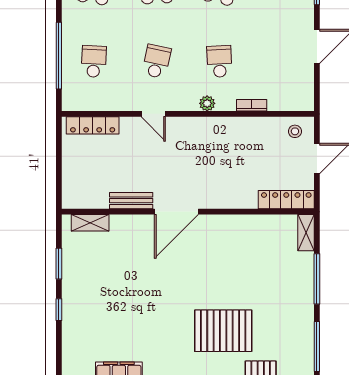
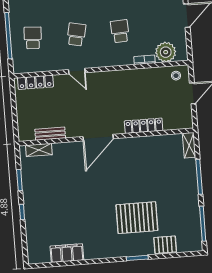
plant: (207, 103) -> (166, 52), moved, width x1.88, depth x1.88
locker: (286, 200) -> (144, 126), moved
bench: (131, 201) -> (50, 134), moved

